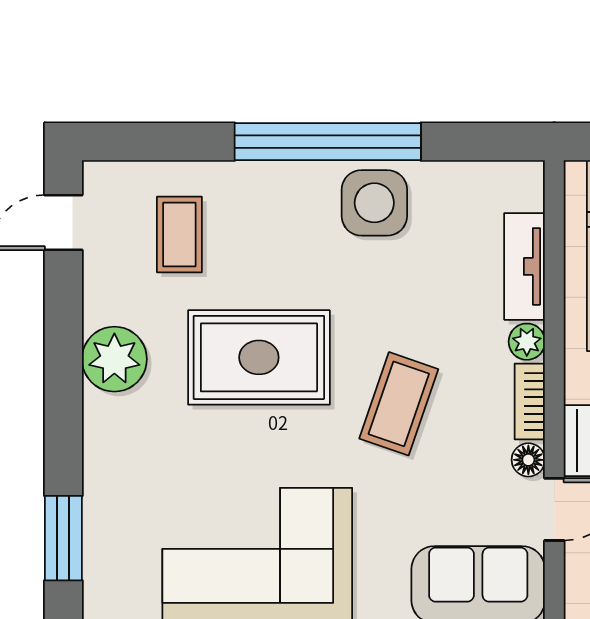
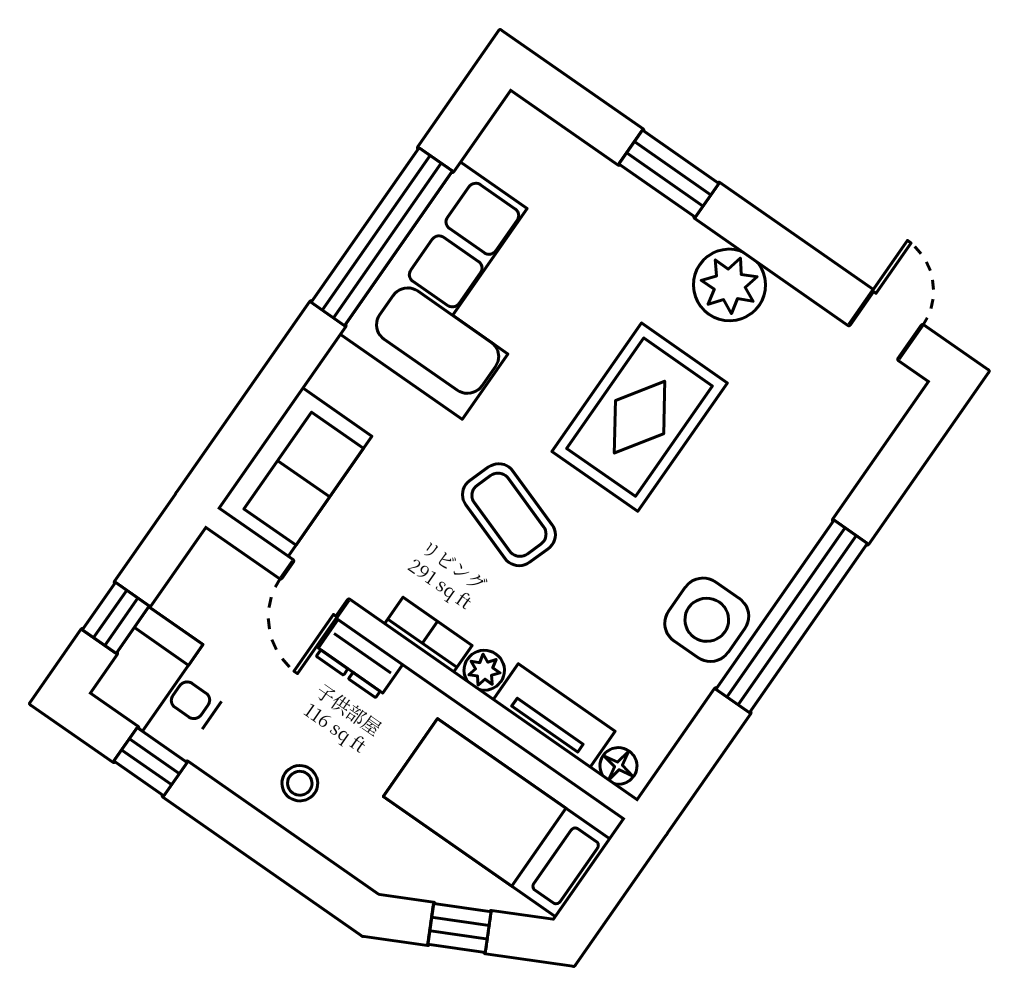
coffee table: (179, 234) -> (801, 423), removed
floor lamp: (528, 460) -> (618, 766), moved
window: (63, 538) -> (669, 174), moved

